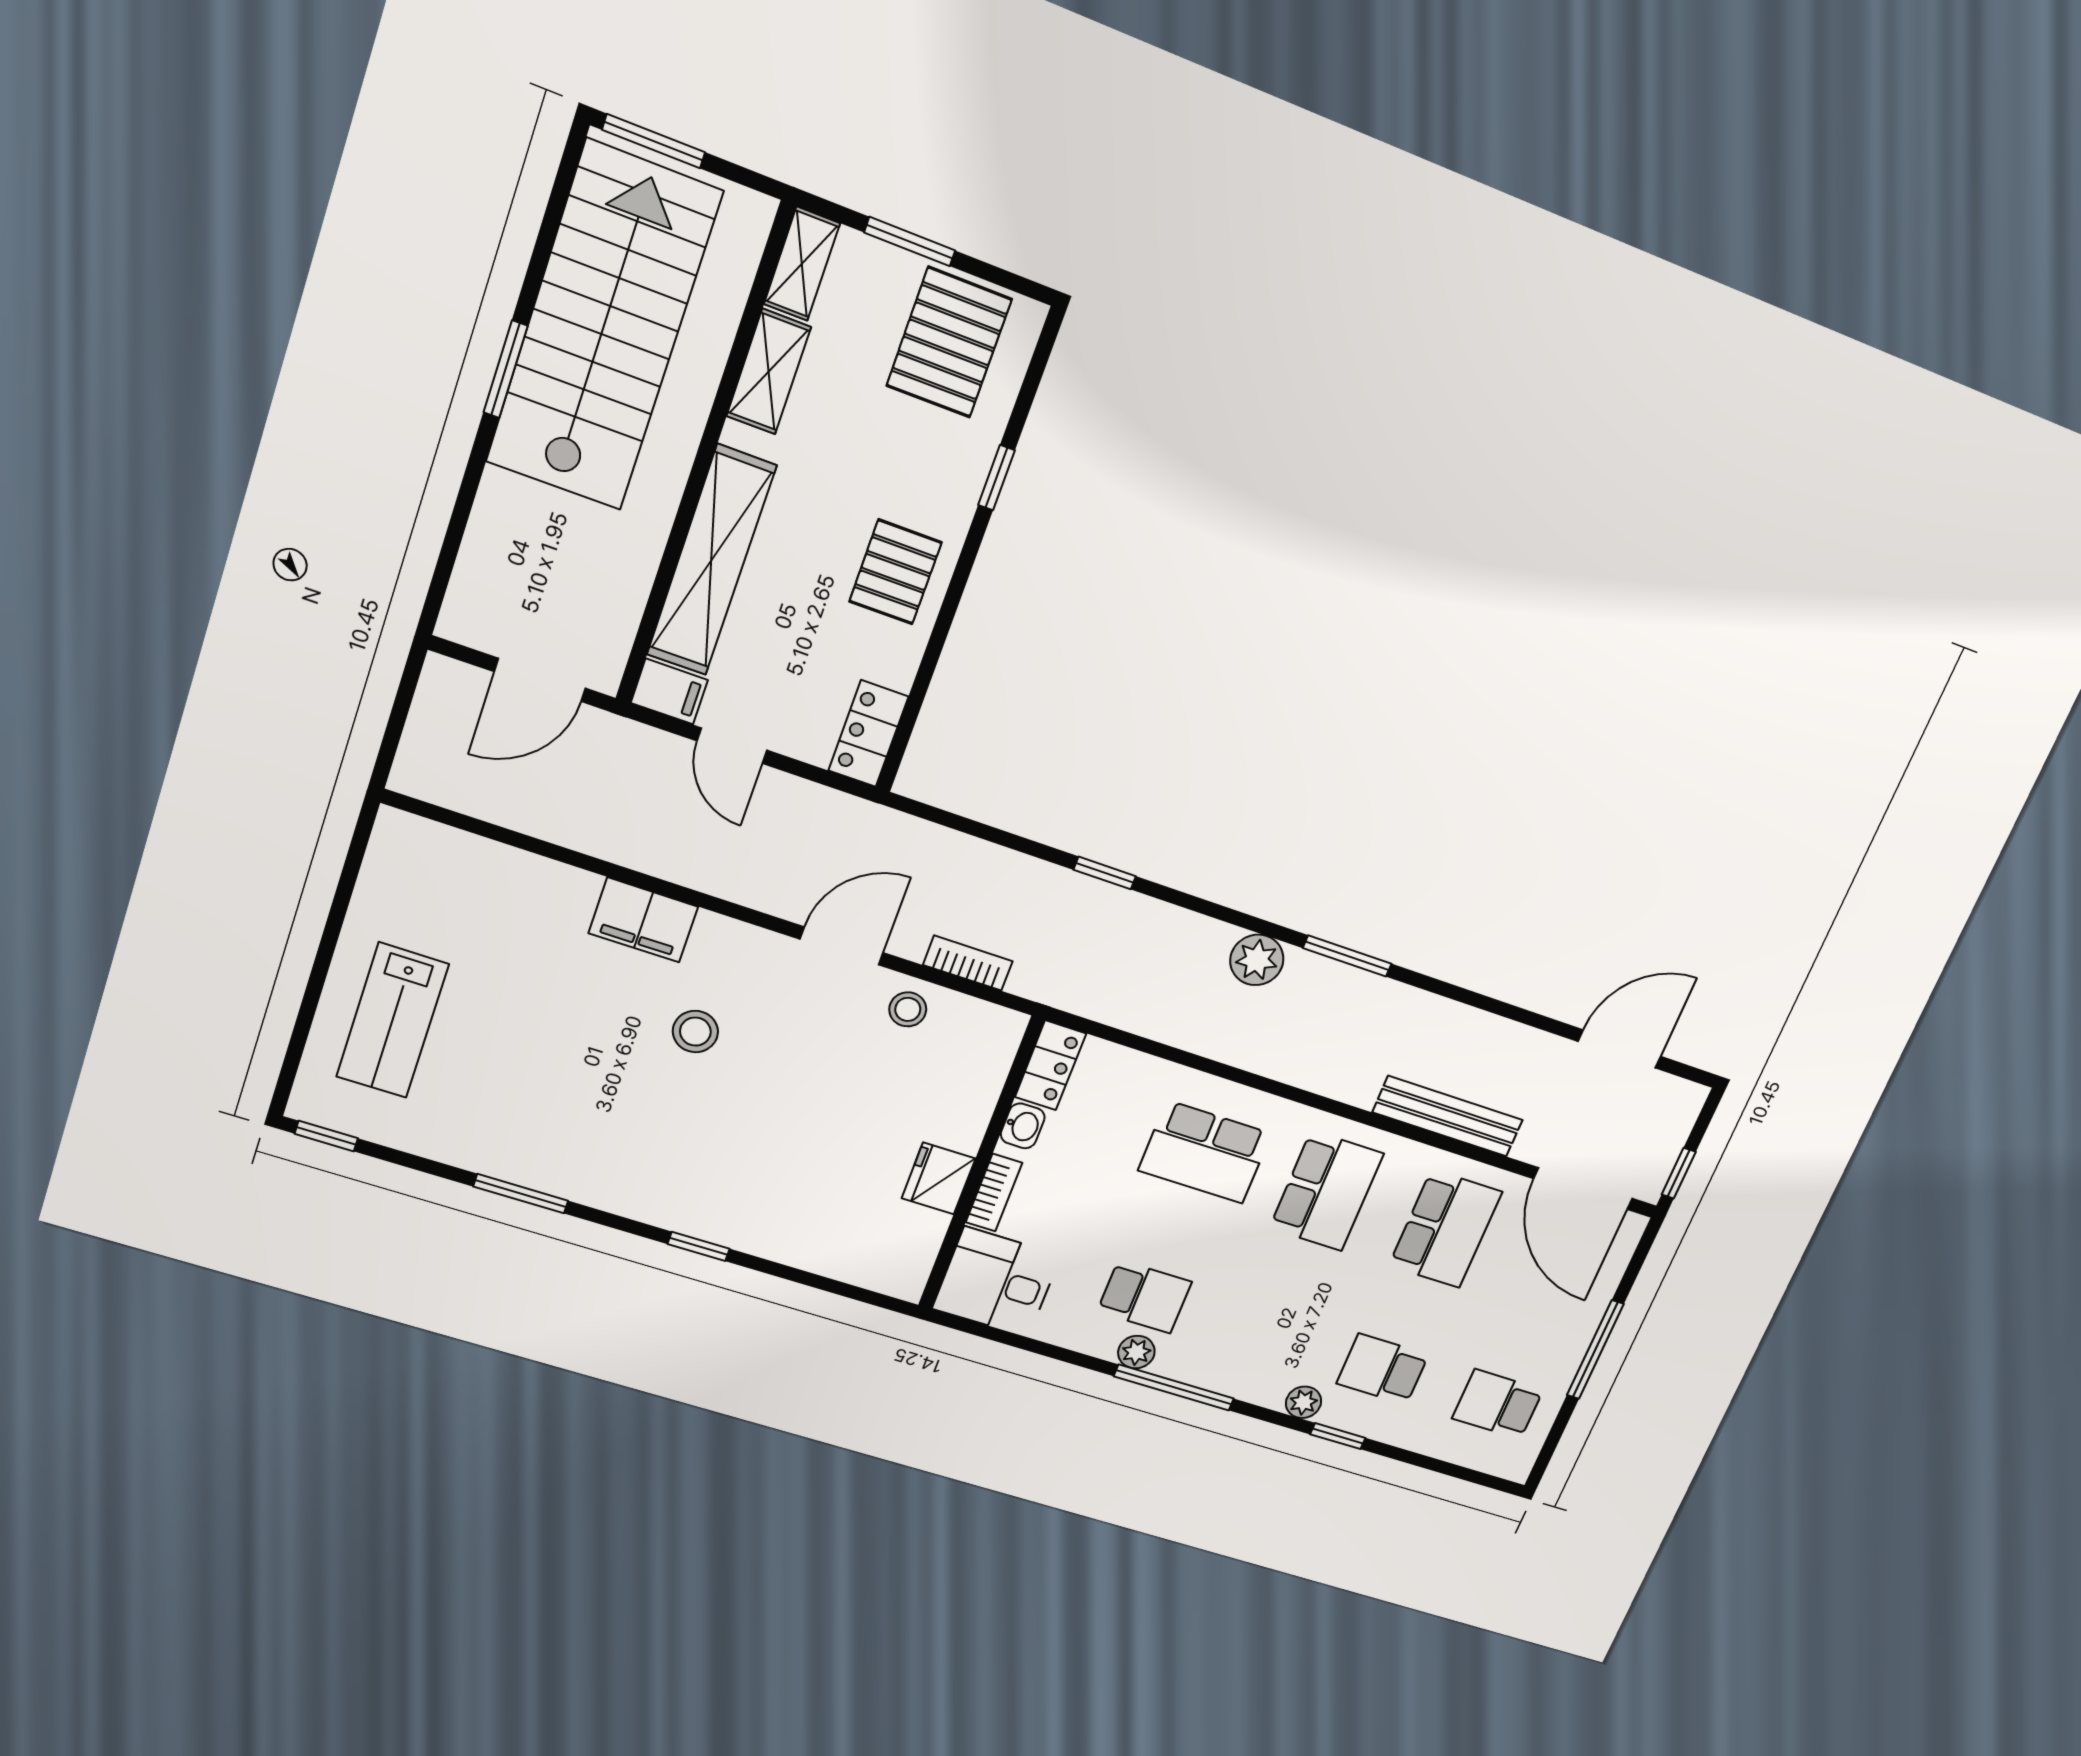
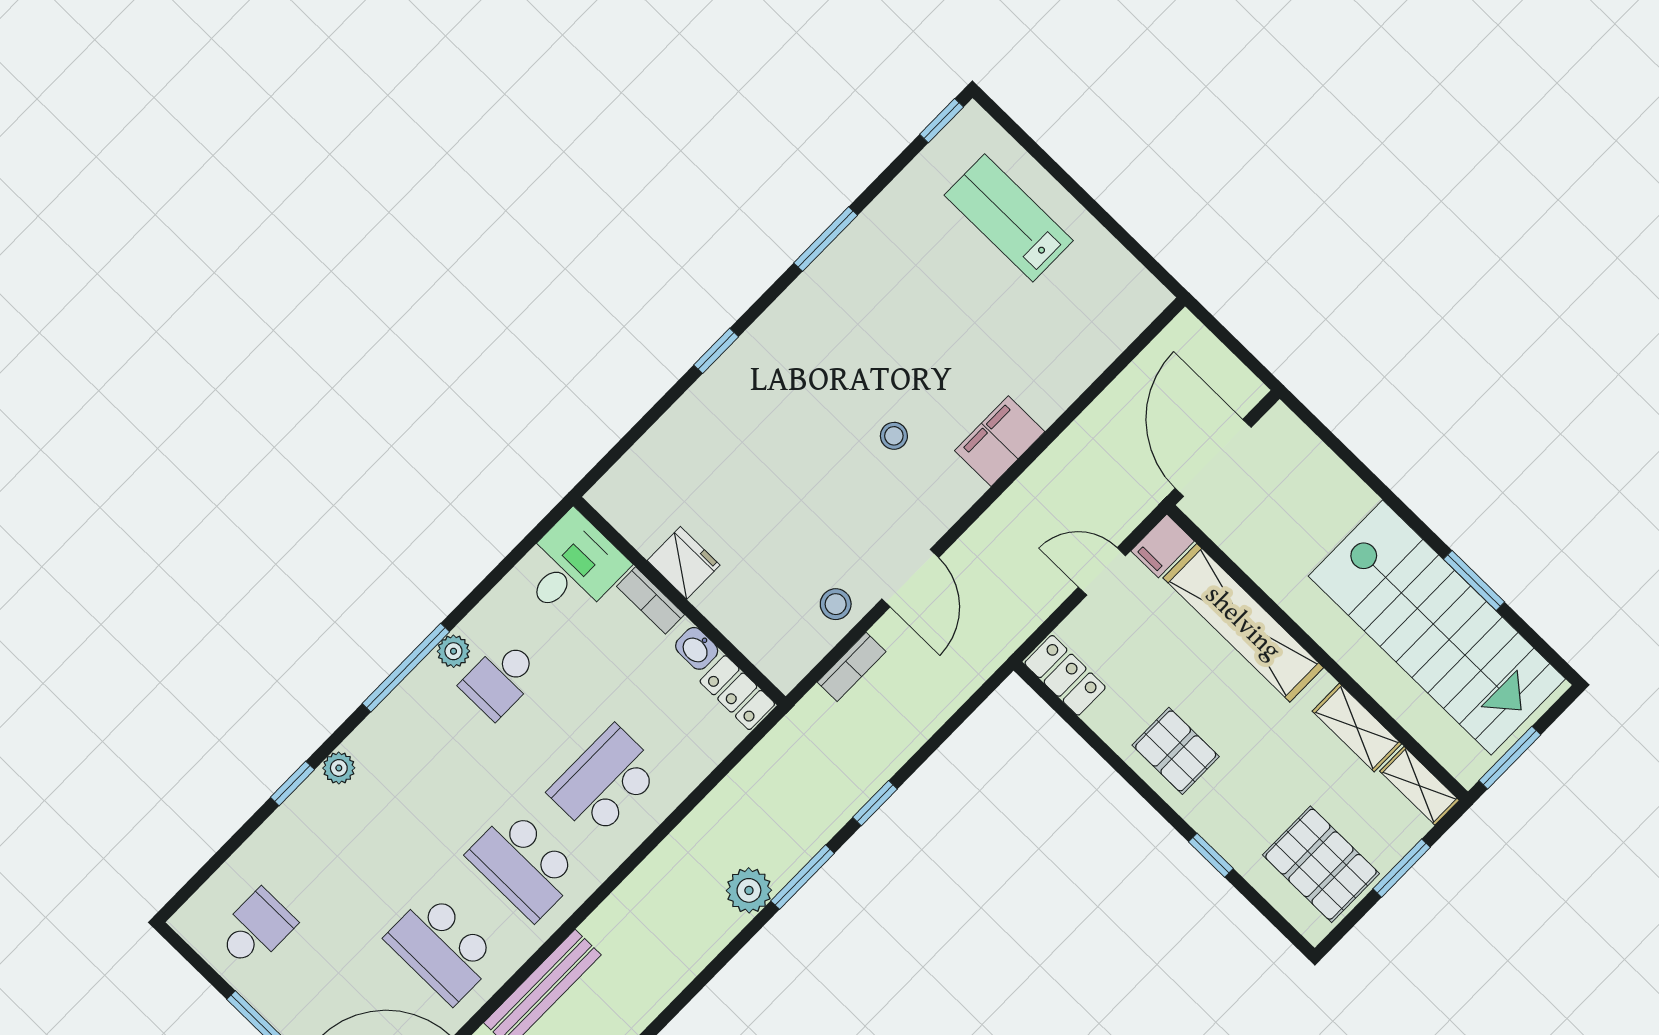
window: (654, 141) -> (1510, 758), moved
window: (505, 369) -> (1474, 581), moved
door: (540, 680) -> (1213, 458), width x1.36
window: (1347, 956) -> (803, 877), moved
stool: (695, 1032) -> (894, 436), width x0.73, depth x0.73
school desk: (1383, 1369) -> (337, 846), removed

